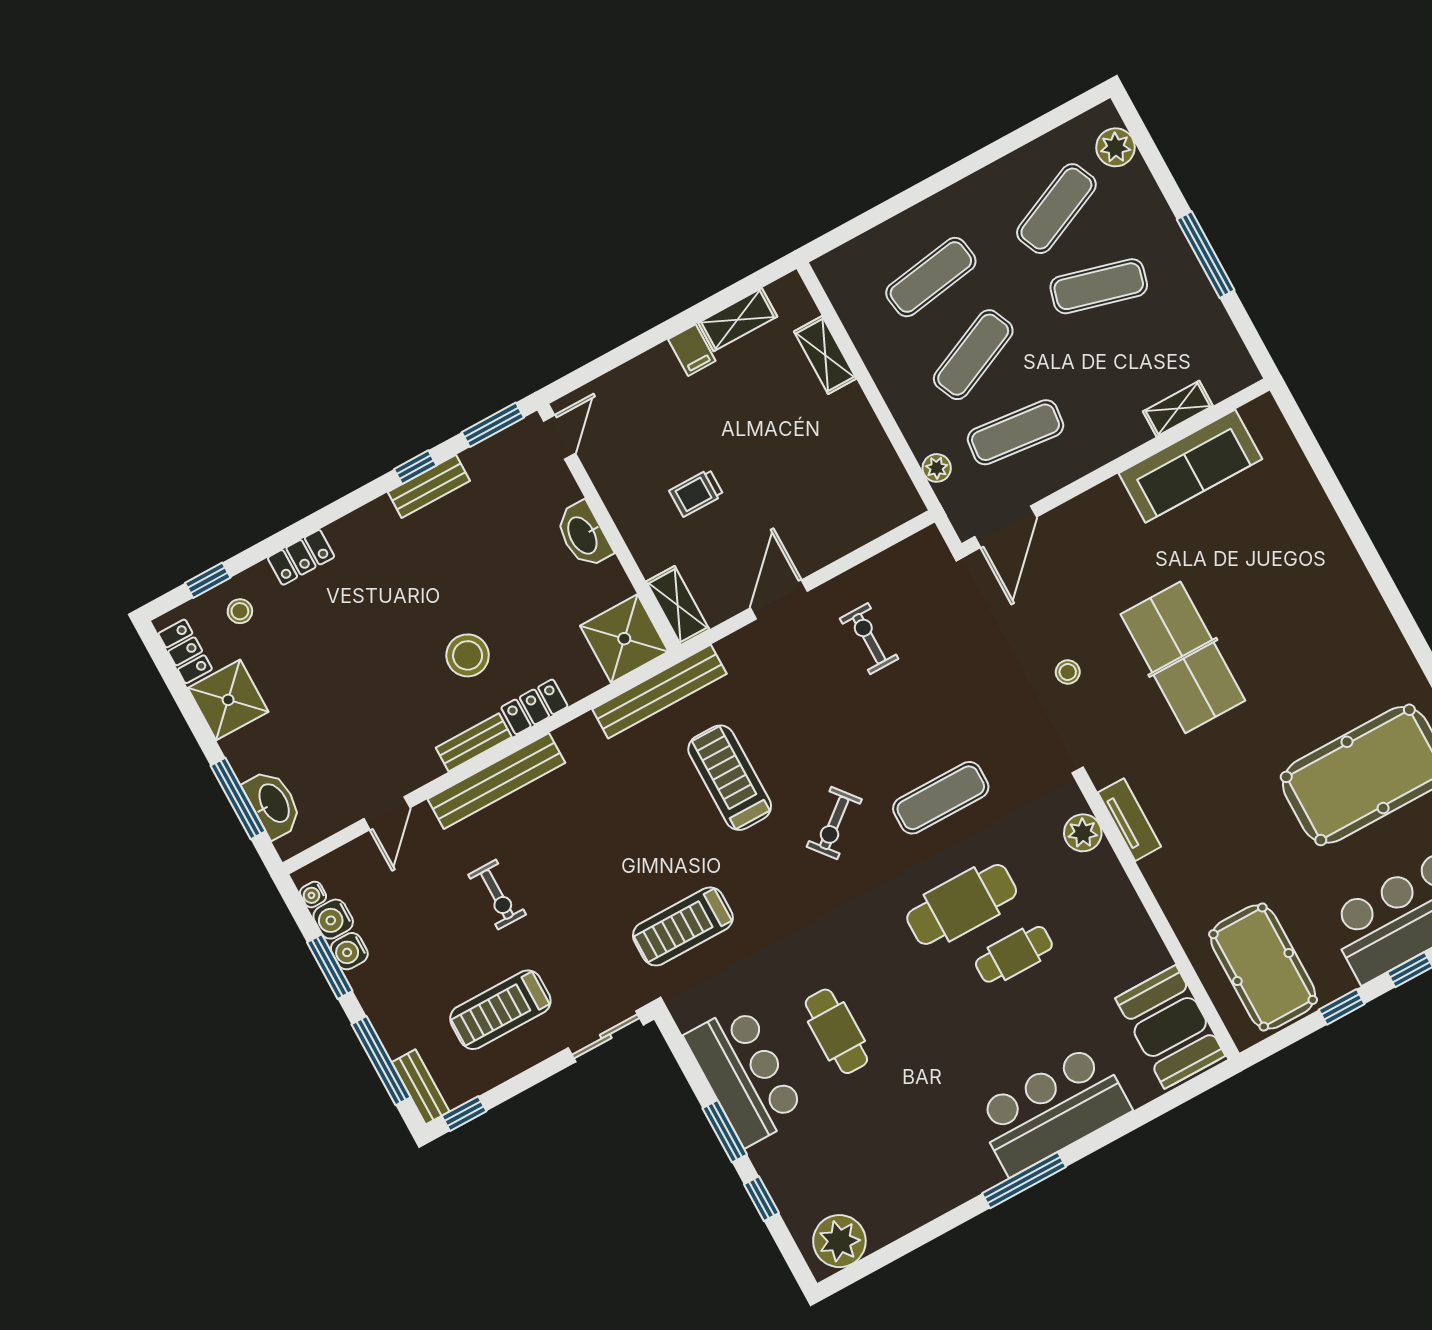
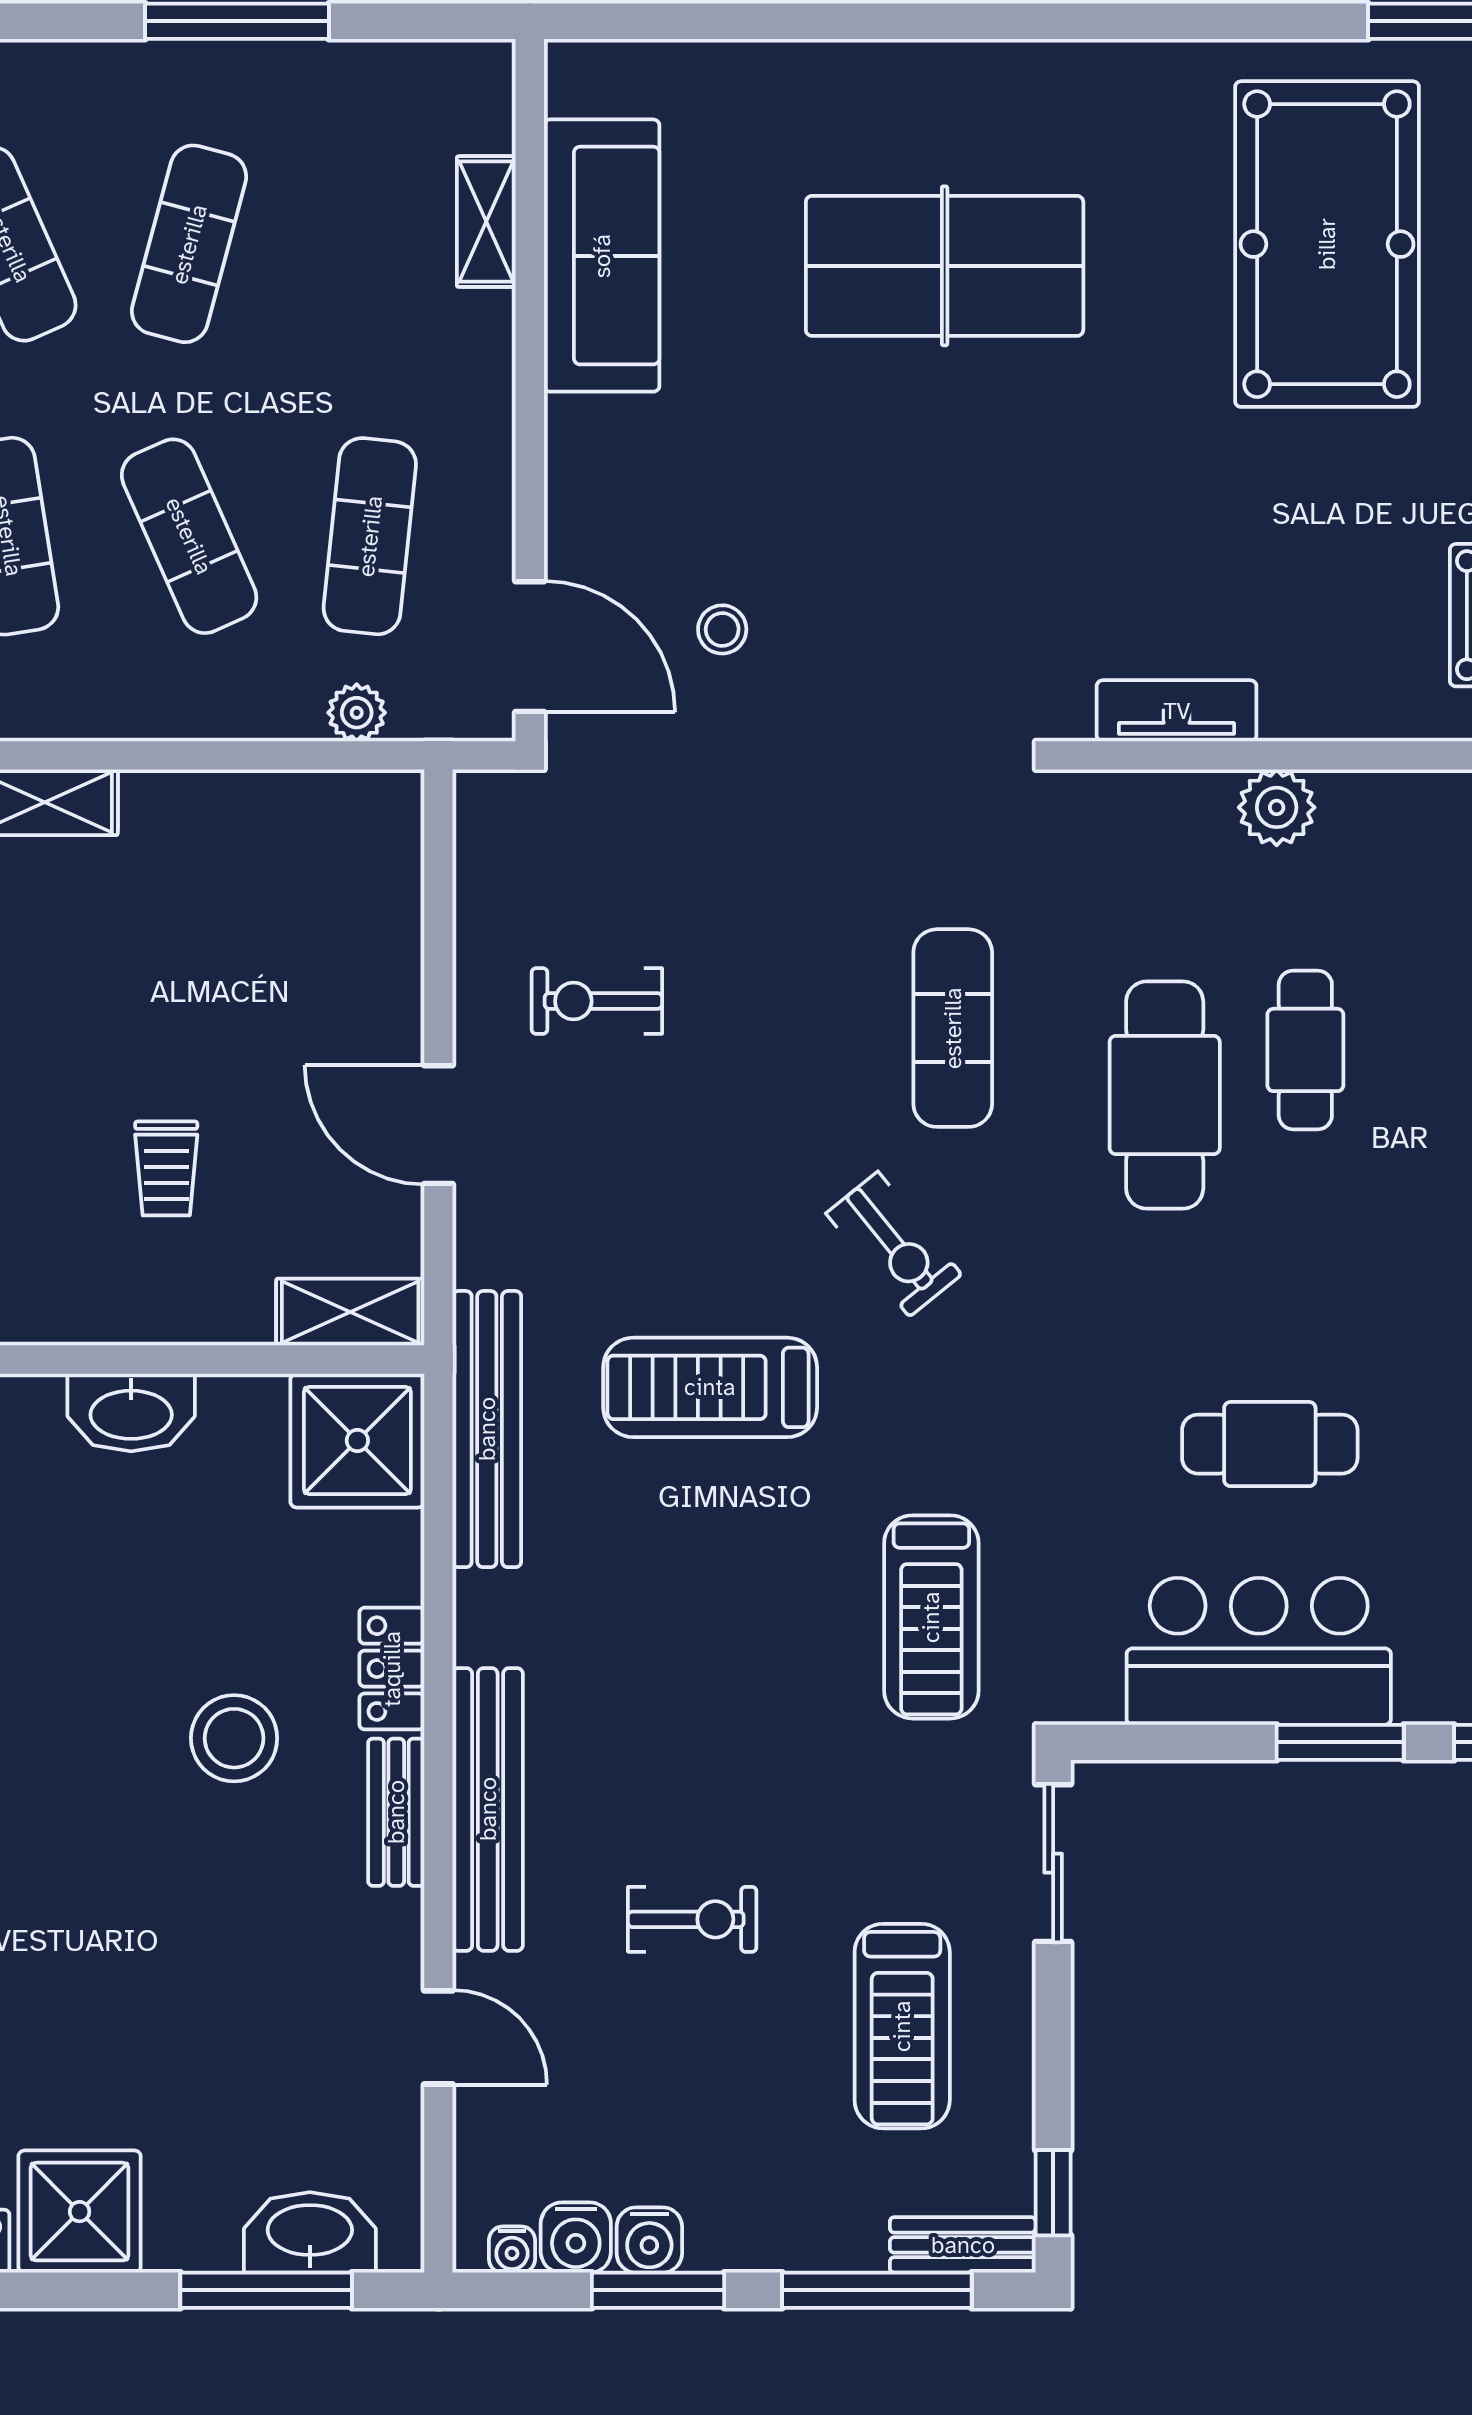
table tennis table: (1183, 657) -> (945, 266), moved
stool: (1068, 672) -> (722, 629), moved
plant: (1083, 833) -> (1277, 807), moved

